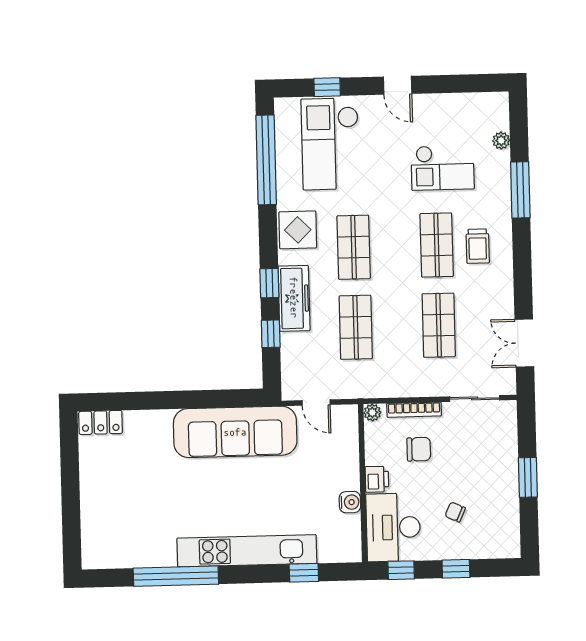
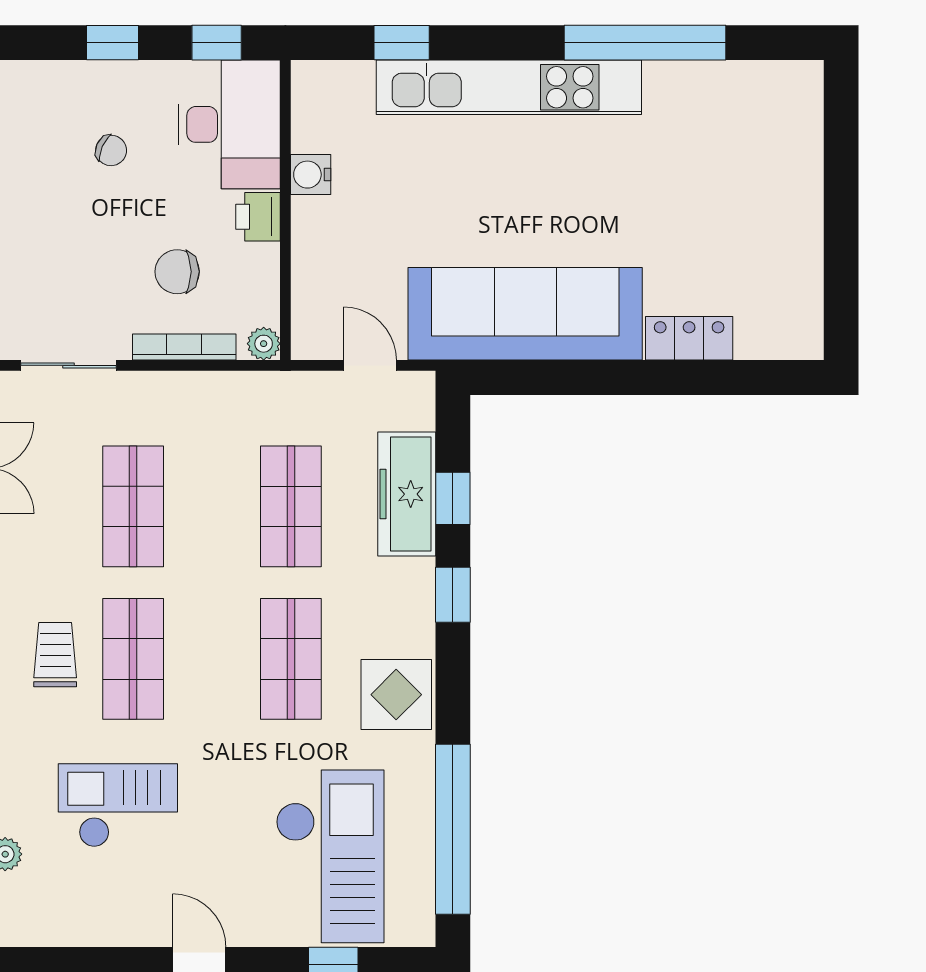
freezer: (294, 298) -> (407, 494), moved
locker: (101, 422) -> (689, 338), moved

